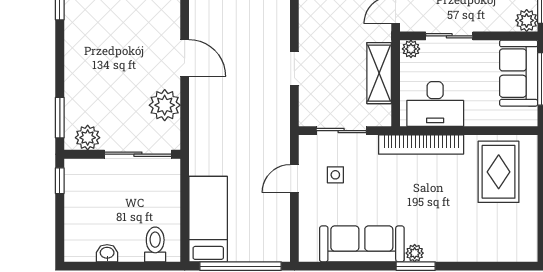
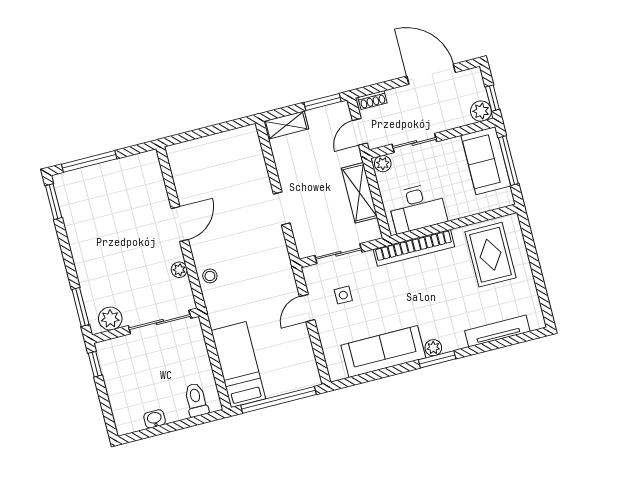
door: (185, 58) -> (180, 224), hinge flipped
plant: (165, 105) -> (179, 270), width x0.53, depth x0.53
stool: (202, 120) -> (210, 276), added
tv unit: (486, 253) -> (497, 331), added

